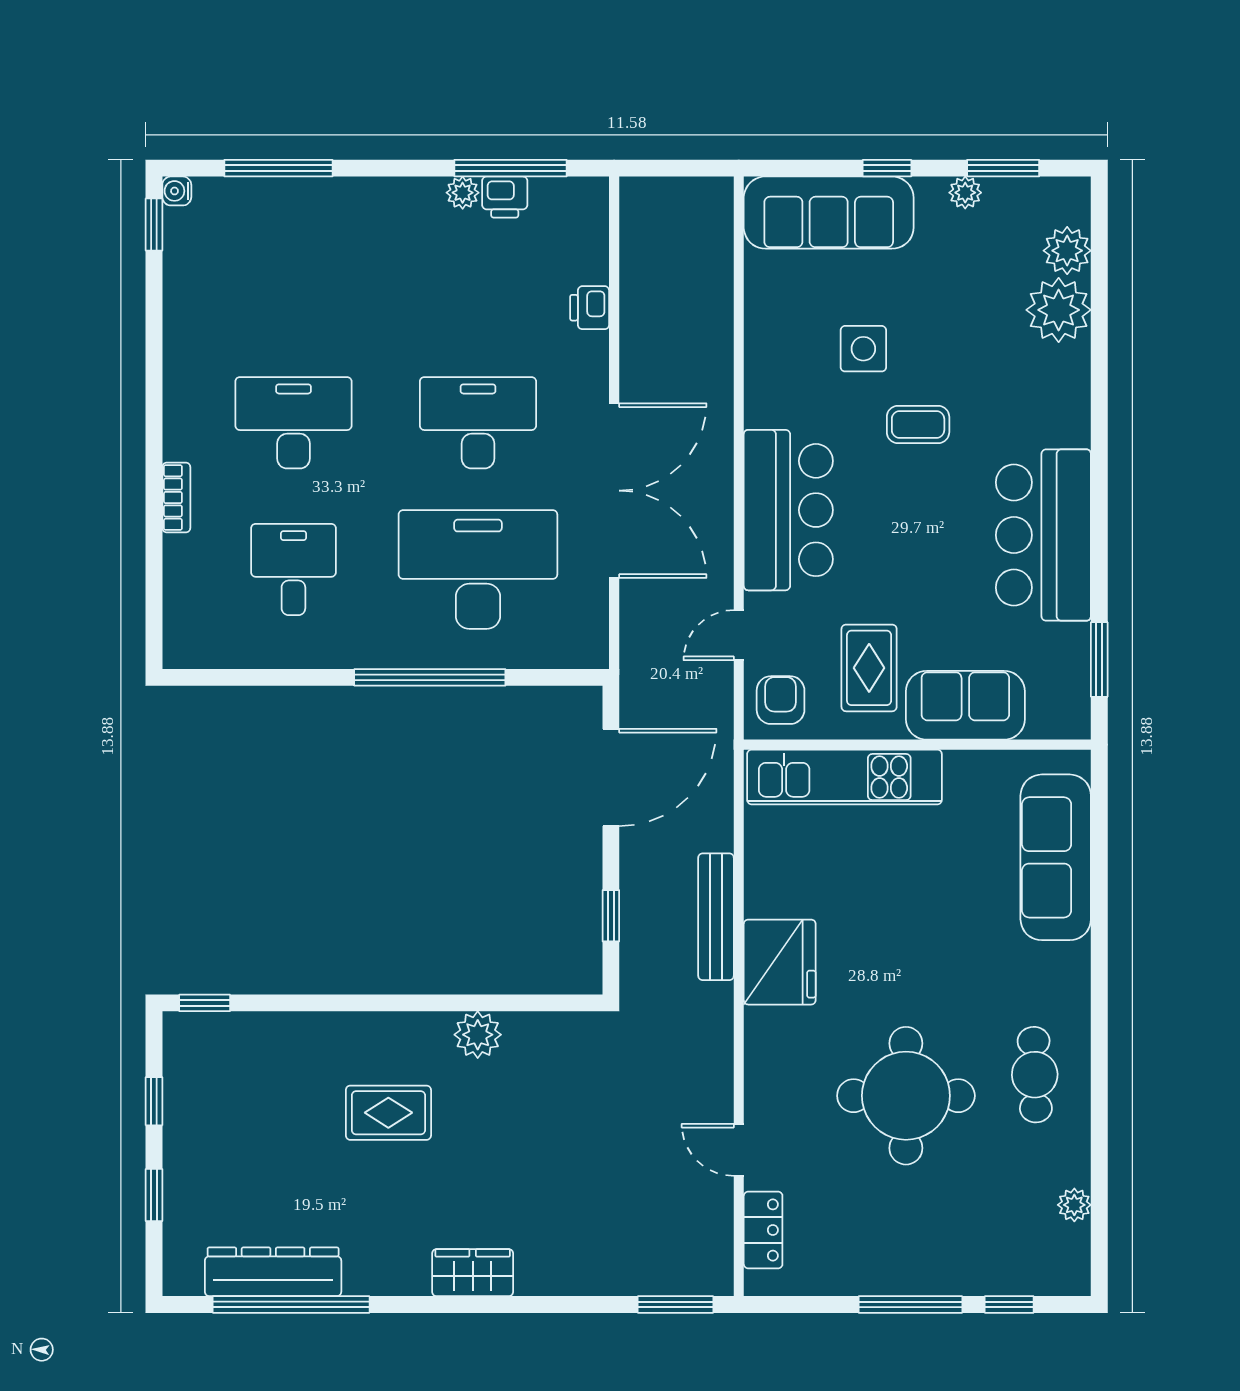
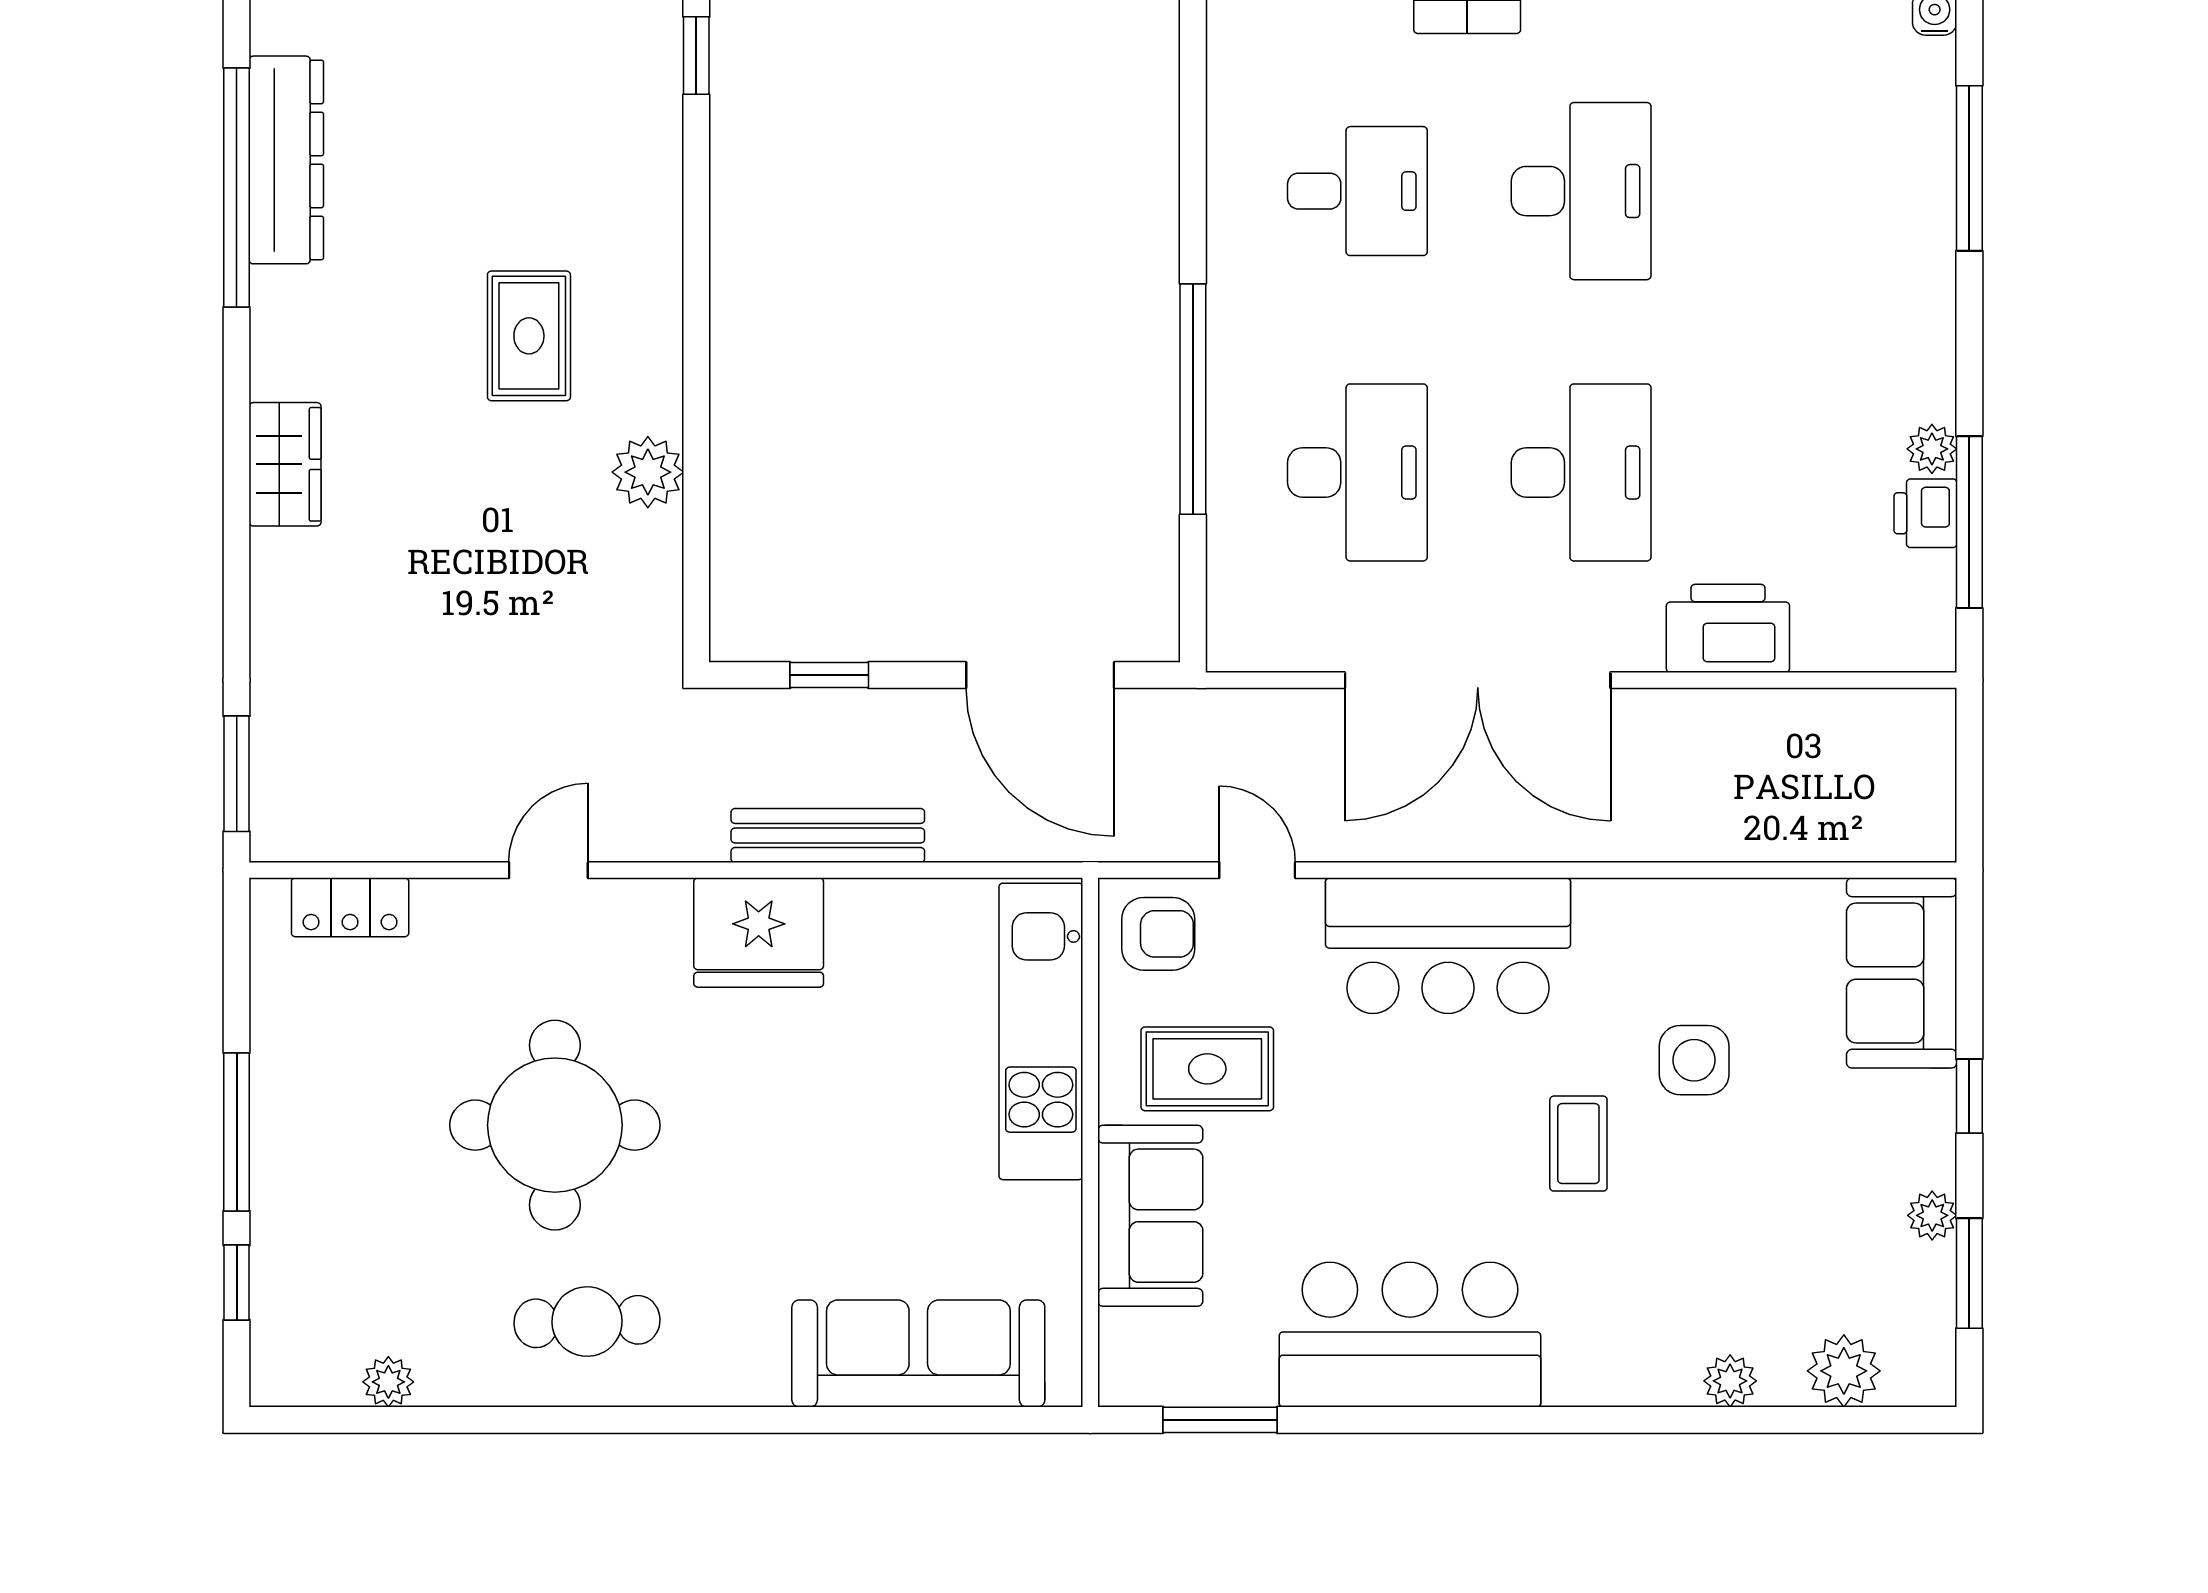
sofa: (829, 213) -> (1902, 973), width x0.73
printer: (590, 308) -> (1728, 628), width x1.87, depth x1.48
plant: (1059, 310) -> (1730, 1381), width x0.53, depth x0.53
desk: (478, 569) -> (1357, 472), width x0.73, depth x0.77
door: (739, 1150) -> (548, 870), moved

